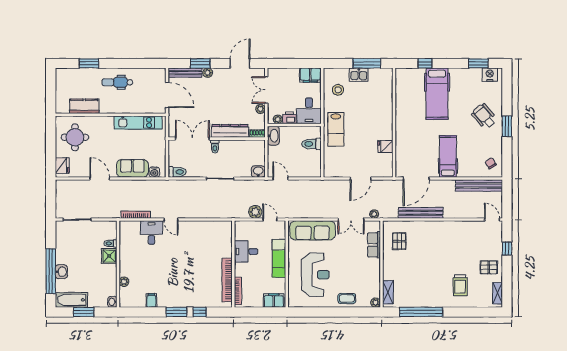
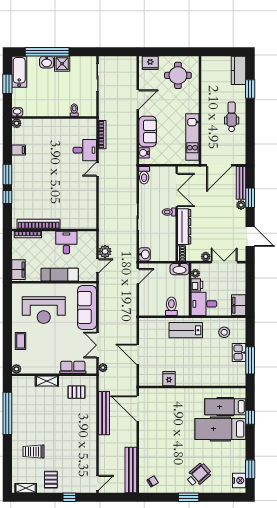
kitchen counter: (84, 106) -> (239, 70), moved, turned 180
hospital bed: (448, 156) -> (225, 407), moved, turned 180
shower: (109, 256) -> (62, 64), moved
plant: (124, 282) -> (17, 123), moved
shelving: (388, 292) -> (47, 381), moved

